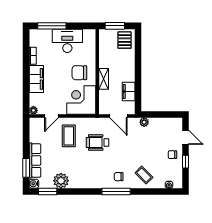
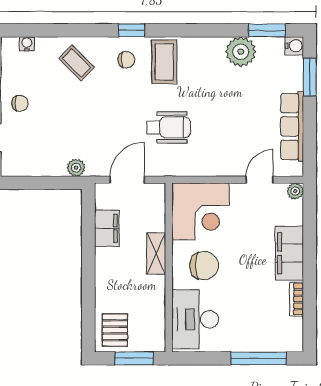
desk: (67, 41) -> (195, 319), moved, turned 90
door: (118, 116) -> (127, 180), hinge flipped
coffee table: (69, 136) -> (164, 62), moved
row of seats: (35, 161) -> (292, 126), moved
window: (116, 192) -> (132, 30), width x0.46

